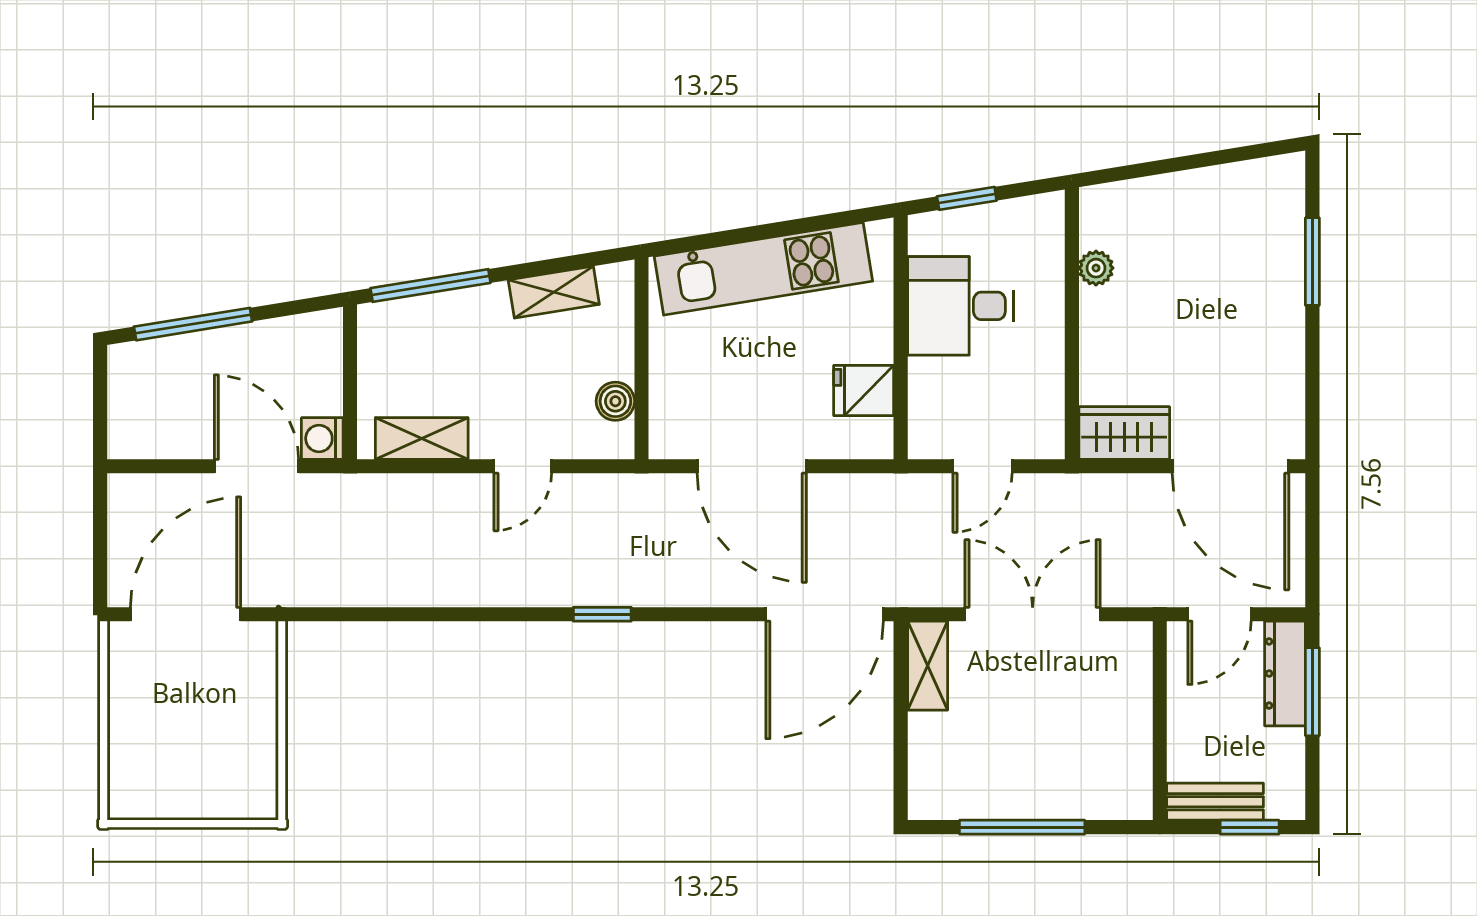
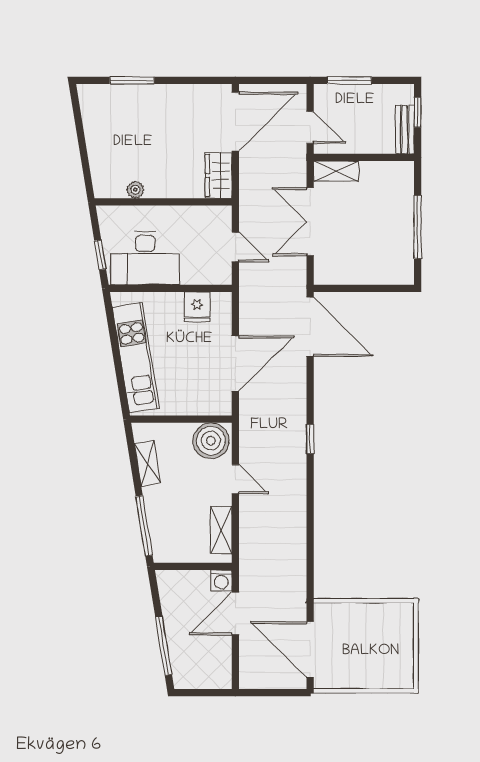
desk: (961, 306) -> (145, 258), width x1.37
boiler: (615, 401) -> (211, 441), width x1.86, depth x1.86
shelving: (928, 666) -> (336, 171), moved
dresser: (1285, 674) -> (340, 94), removed

